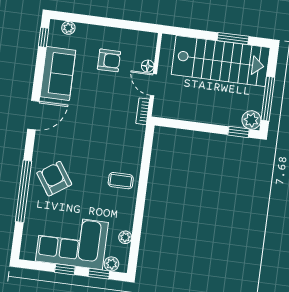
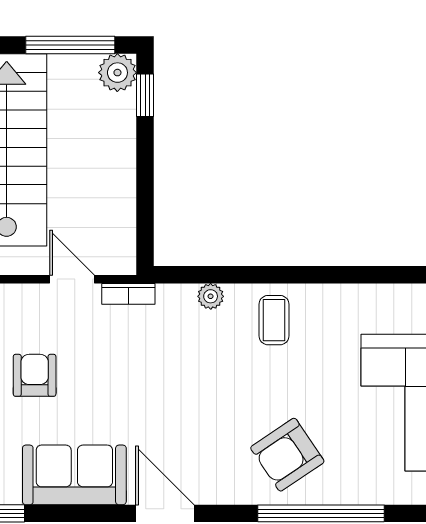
floor lamp: (148, 66) -> (36, 296), removed
door: (153, 85) -> (72, 279), swing flipped
plant: (125, 237) -> (211, 296), moved

